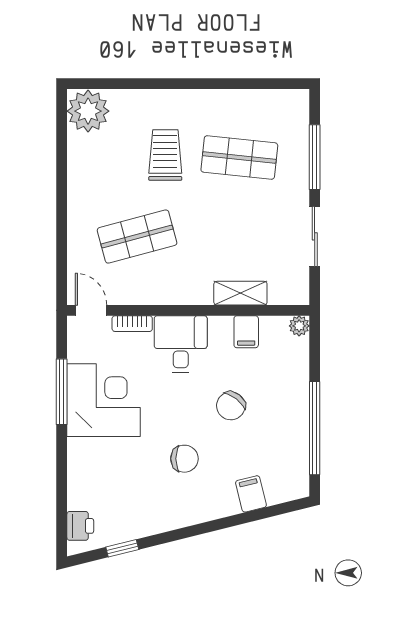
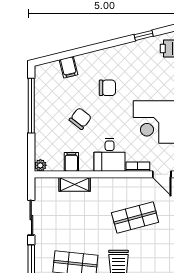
chair: (184, 459) -> (107, 88), turned 180

